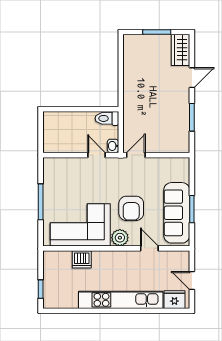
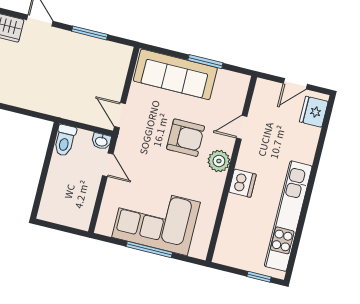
door: (97, 155) -> (108, 165), swing flipped
sofa: (177, 213) -> (175, 74), moved
corner sofa: (80, 225) -> (156, 220), moved, turned 90
dishwasher: (82, 259) -> (242, 183), moved
kitchen unit: (121, 300) -> (288, 216), moved

